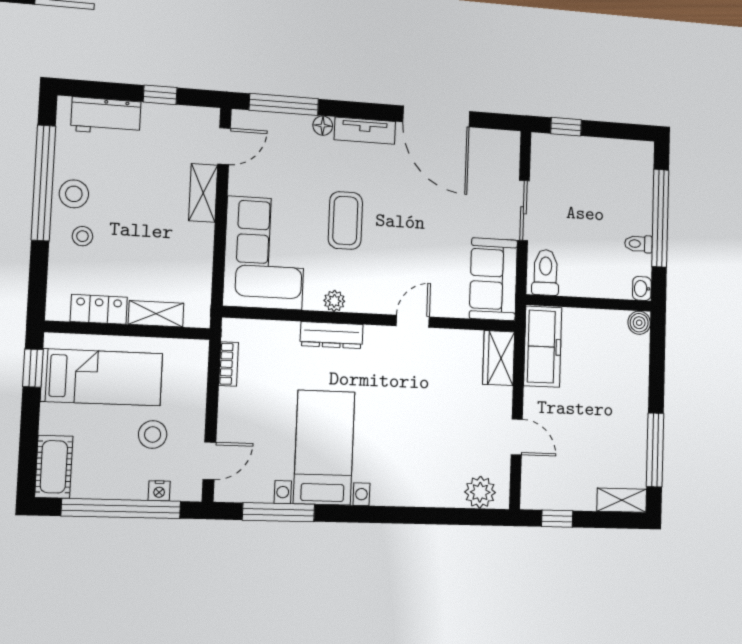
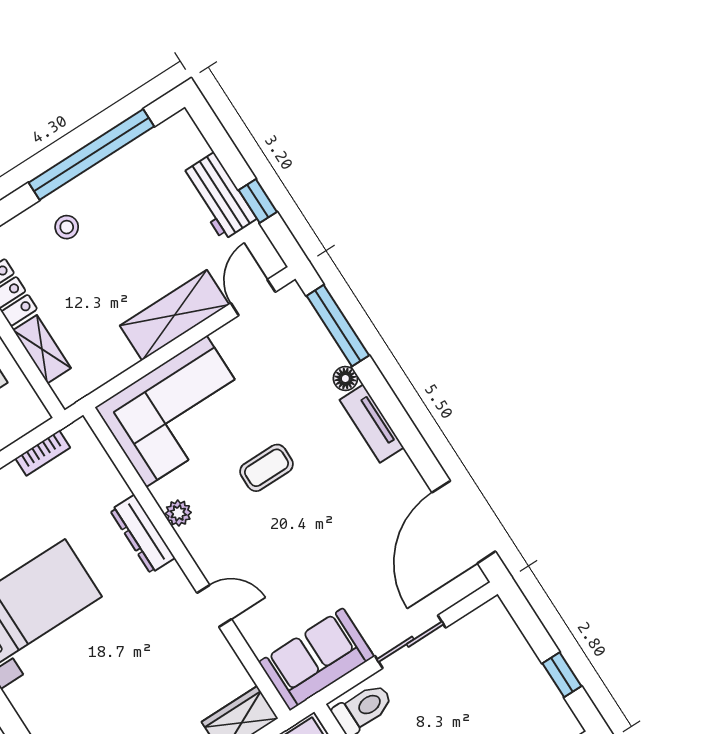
workbench: (106, 116) -> (218, 196), moved
door: (436, 117) -> (464, 522), moved
window: (566, 127) -> (562, 675), moved
door: (224, 146) -> (253, 298), swing flipped
shelving: (203, 193) -> (175, 315), width x1.50, depth x1.33
stool: (74, 194) -> (101, 190), removed
coffee table: (345, 221) -> (267, 468), width x0.73, depth x0.77

